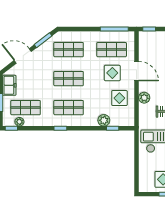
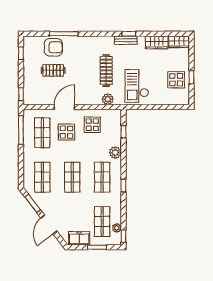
plant: (144, 98) -> (108, 99), moved
plant: (104, 120) -> (115, 153), moved

